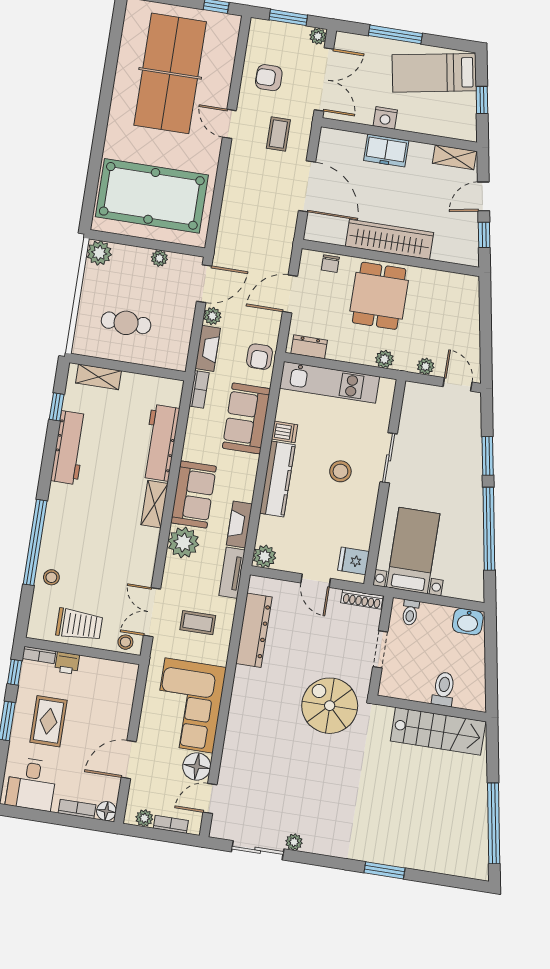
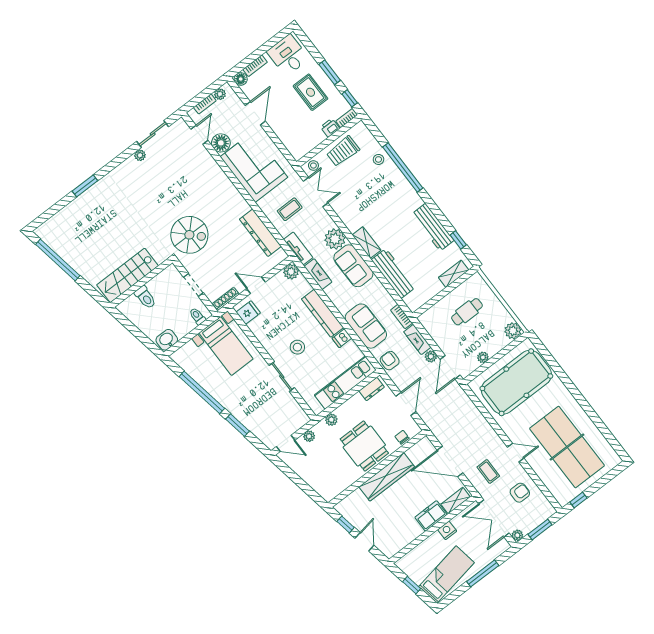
shelving: (455, 157) -> (456, 500), moved

